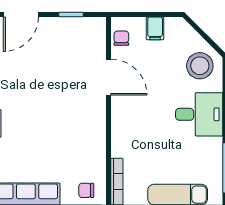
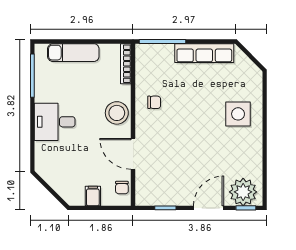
stool: (200, 66) -> (117, 113), moved
chair: (86, 190) -> (154, 102), moved

